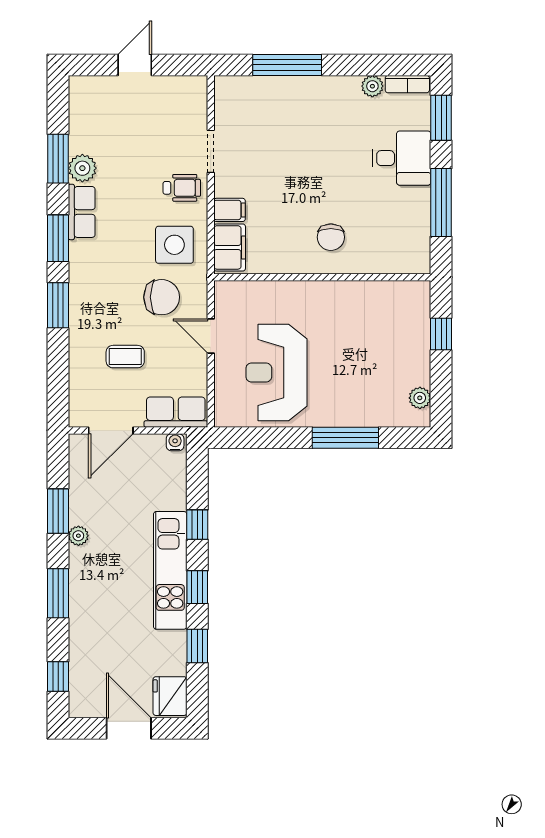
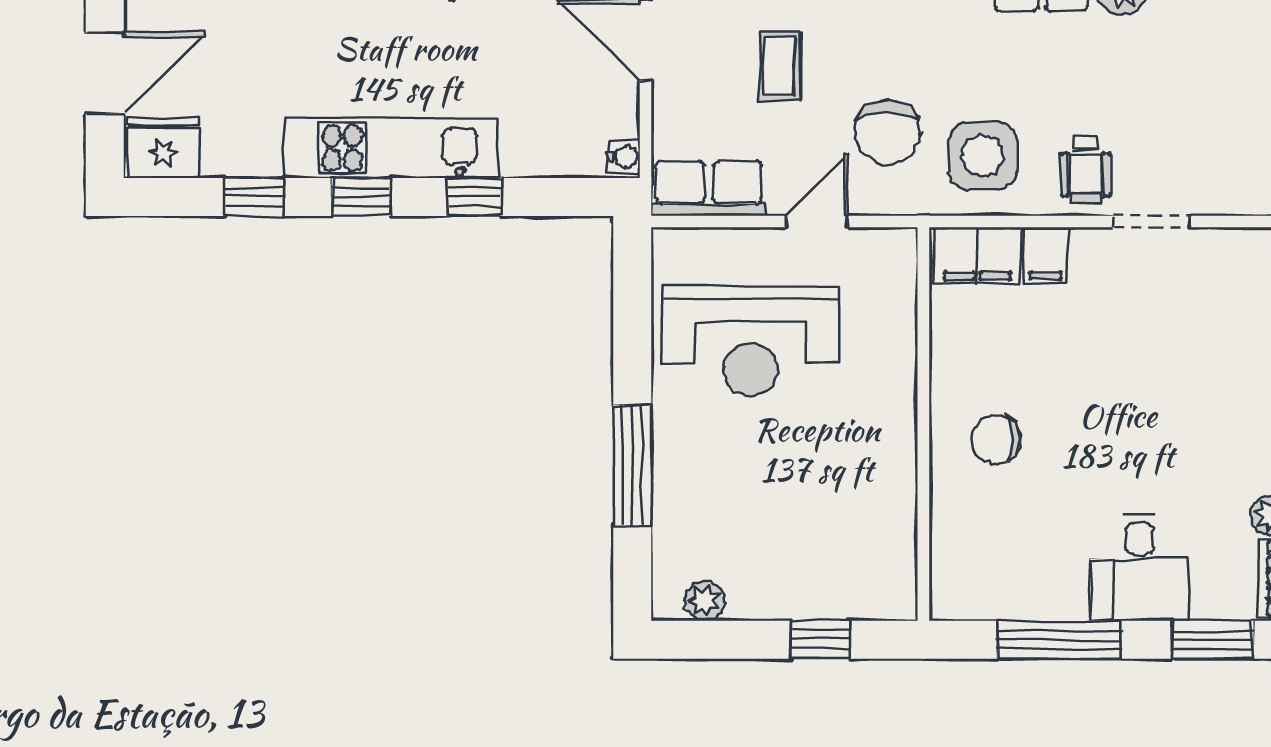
reception desk: (277, 373) -> (751, 341), turned 180
row of seats: (176, 412) -> (709, 188), moved, turned -90

